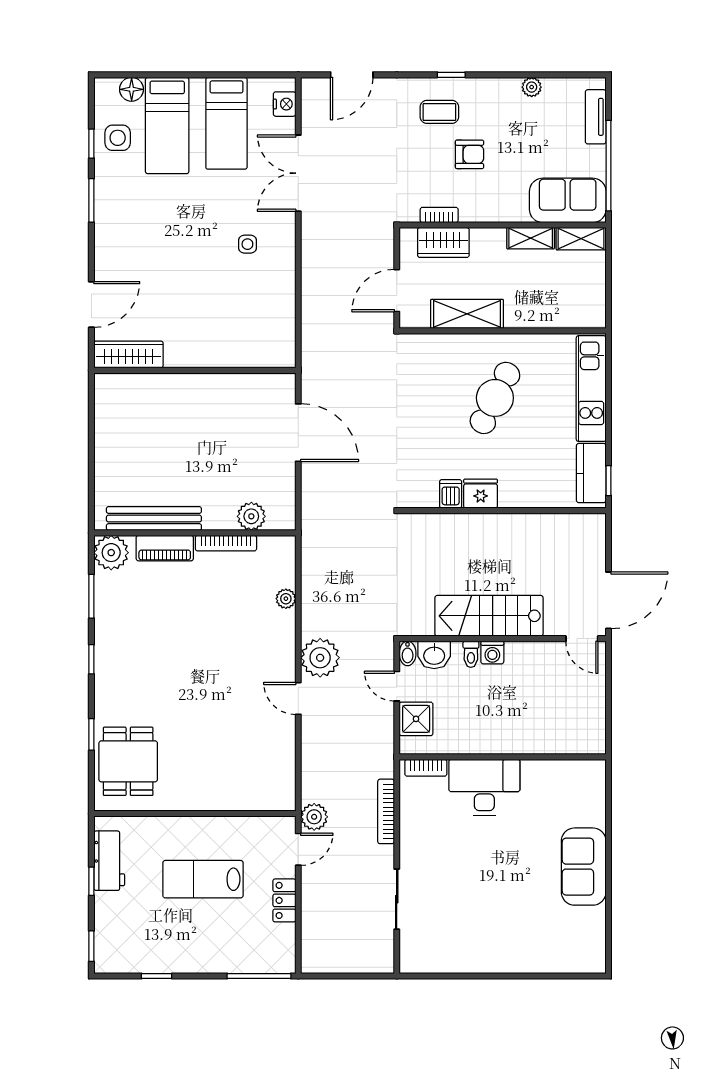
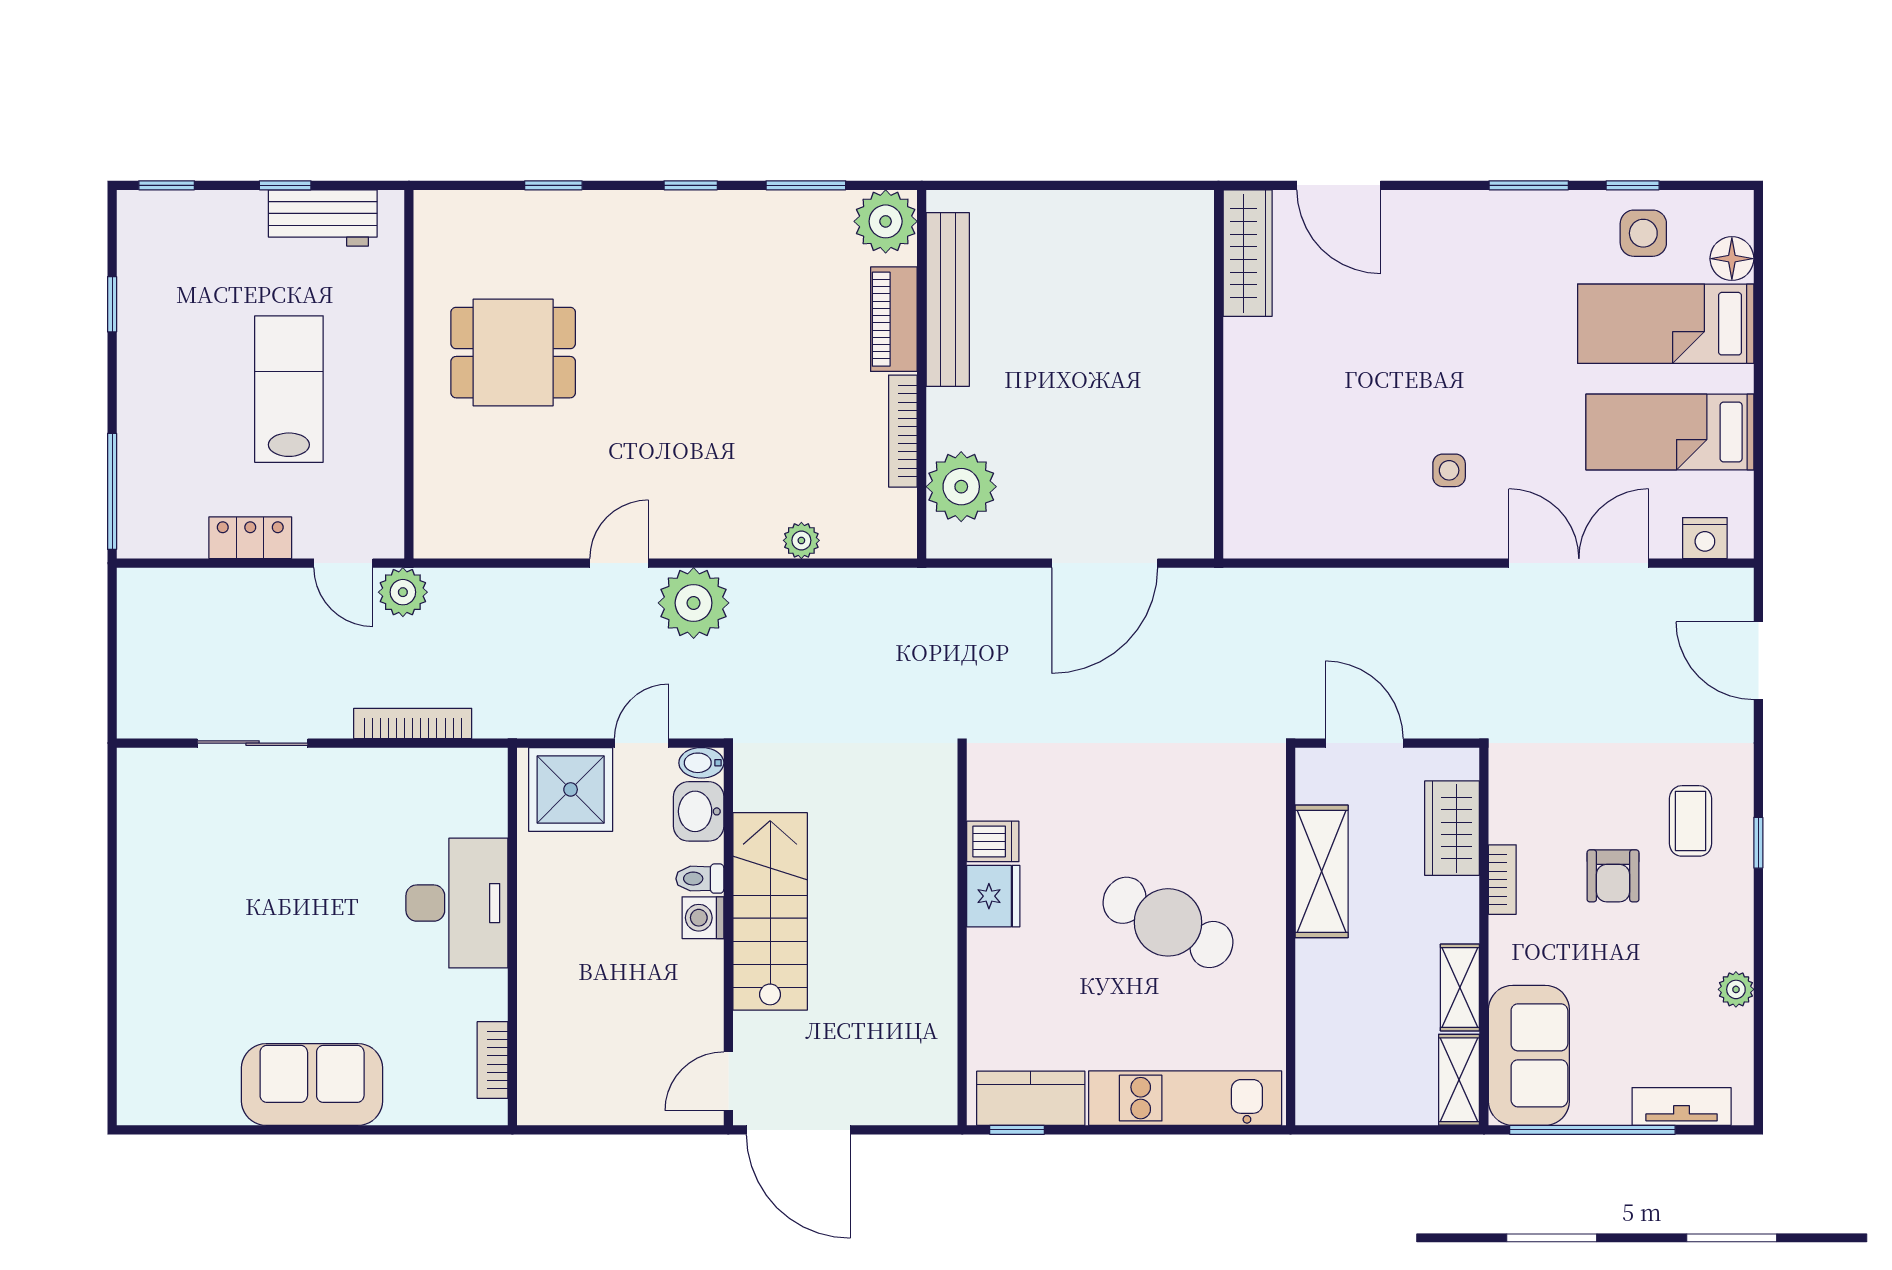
bookcase: (439, 215) -> (1502, 880), moved
plant: (251, 516) -> (961, 487), width x1.36, depth x1.36
shower: (416, 719) -> (571, 789), width x1.36, depth x1.36
dining table: (128, 761) -> (513, 353), moved
bookcase: (426, 768) -> (493, 1060), moved

